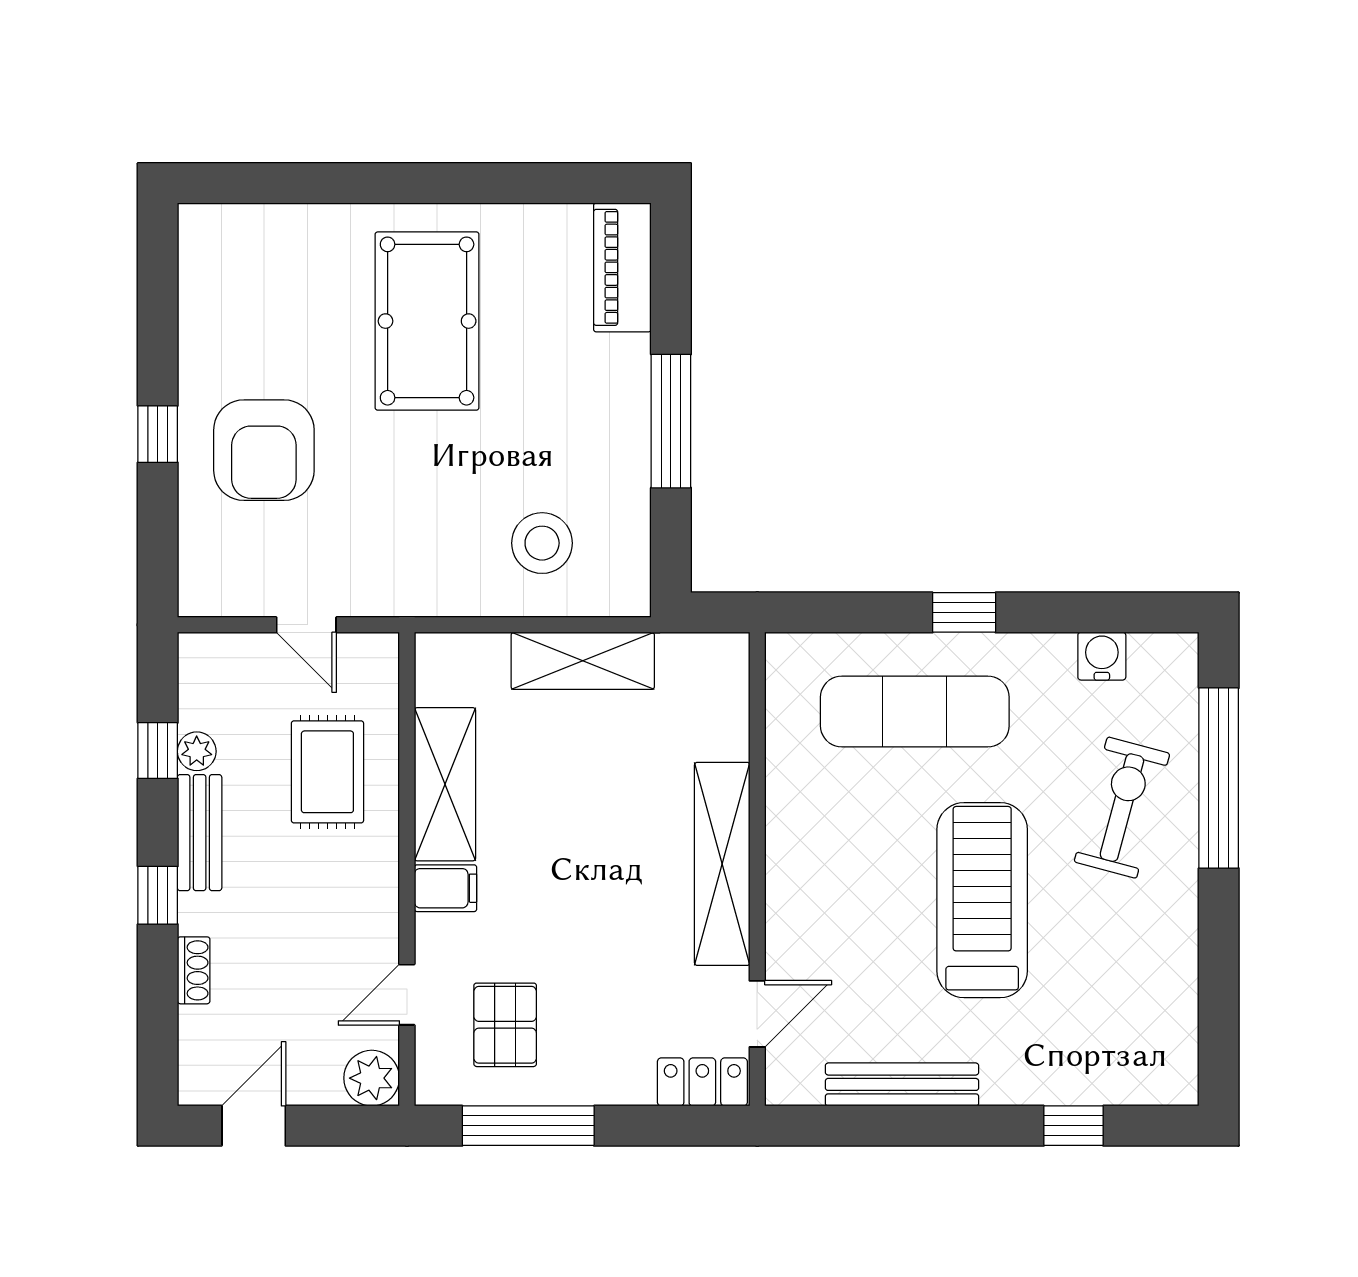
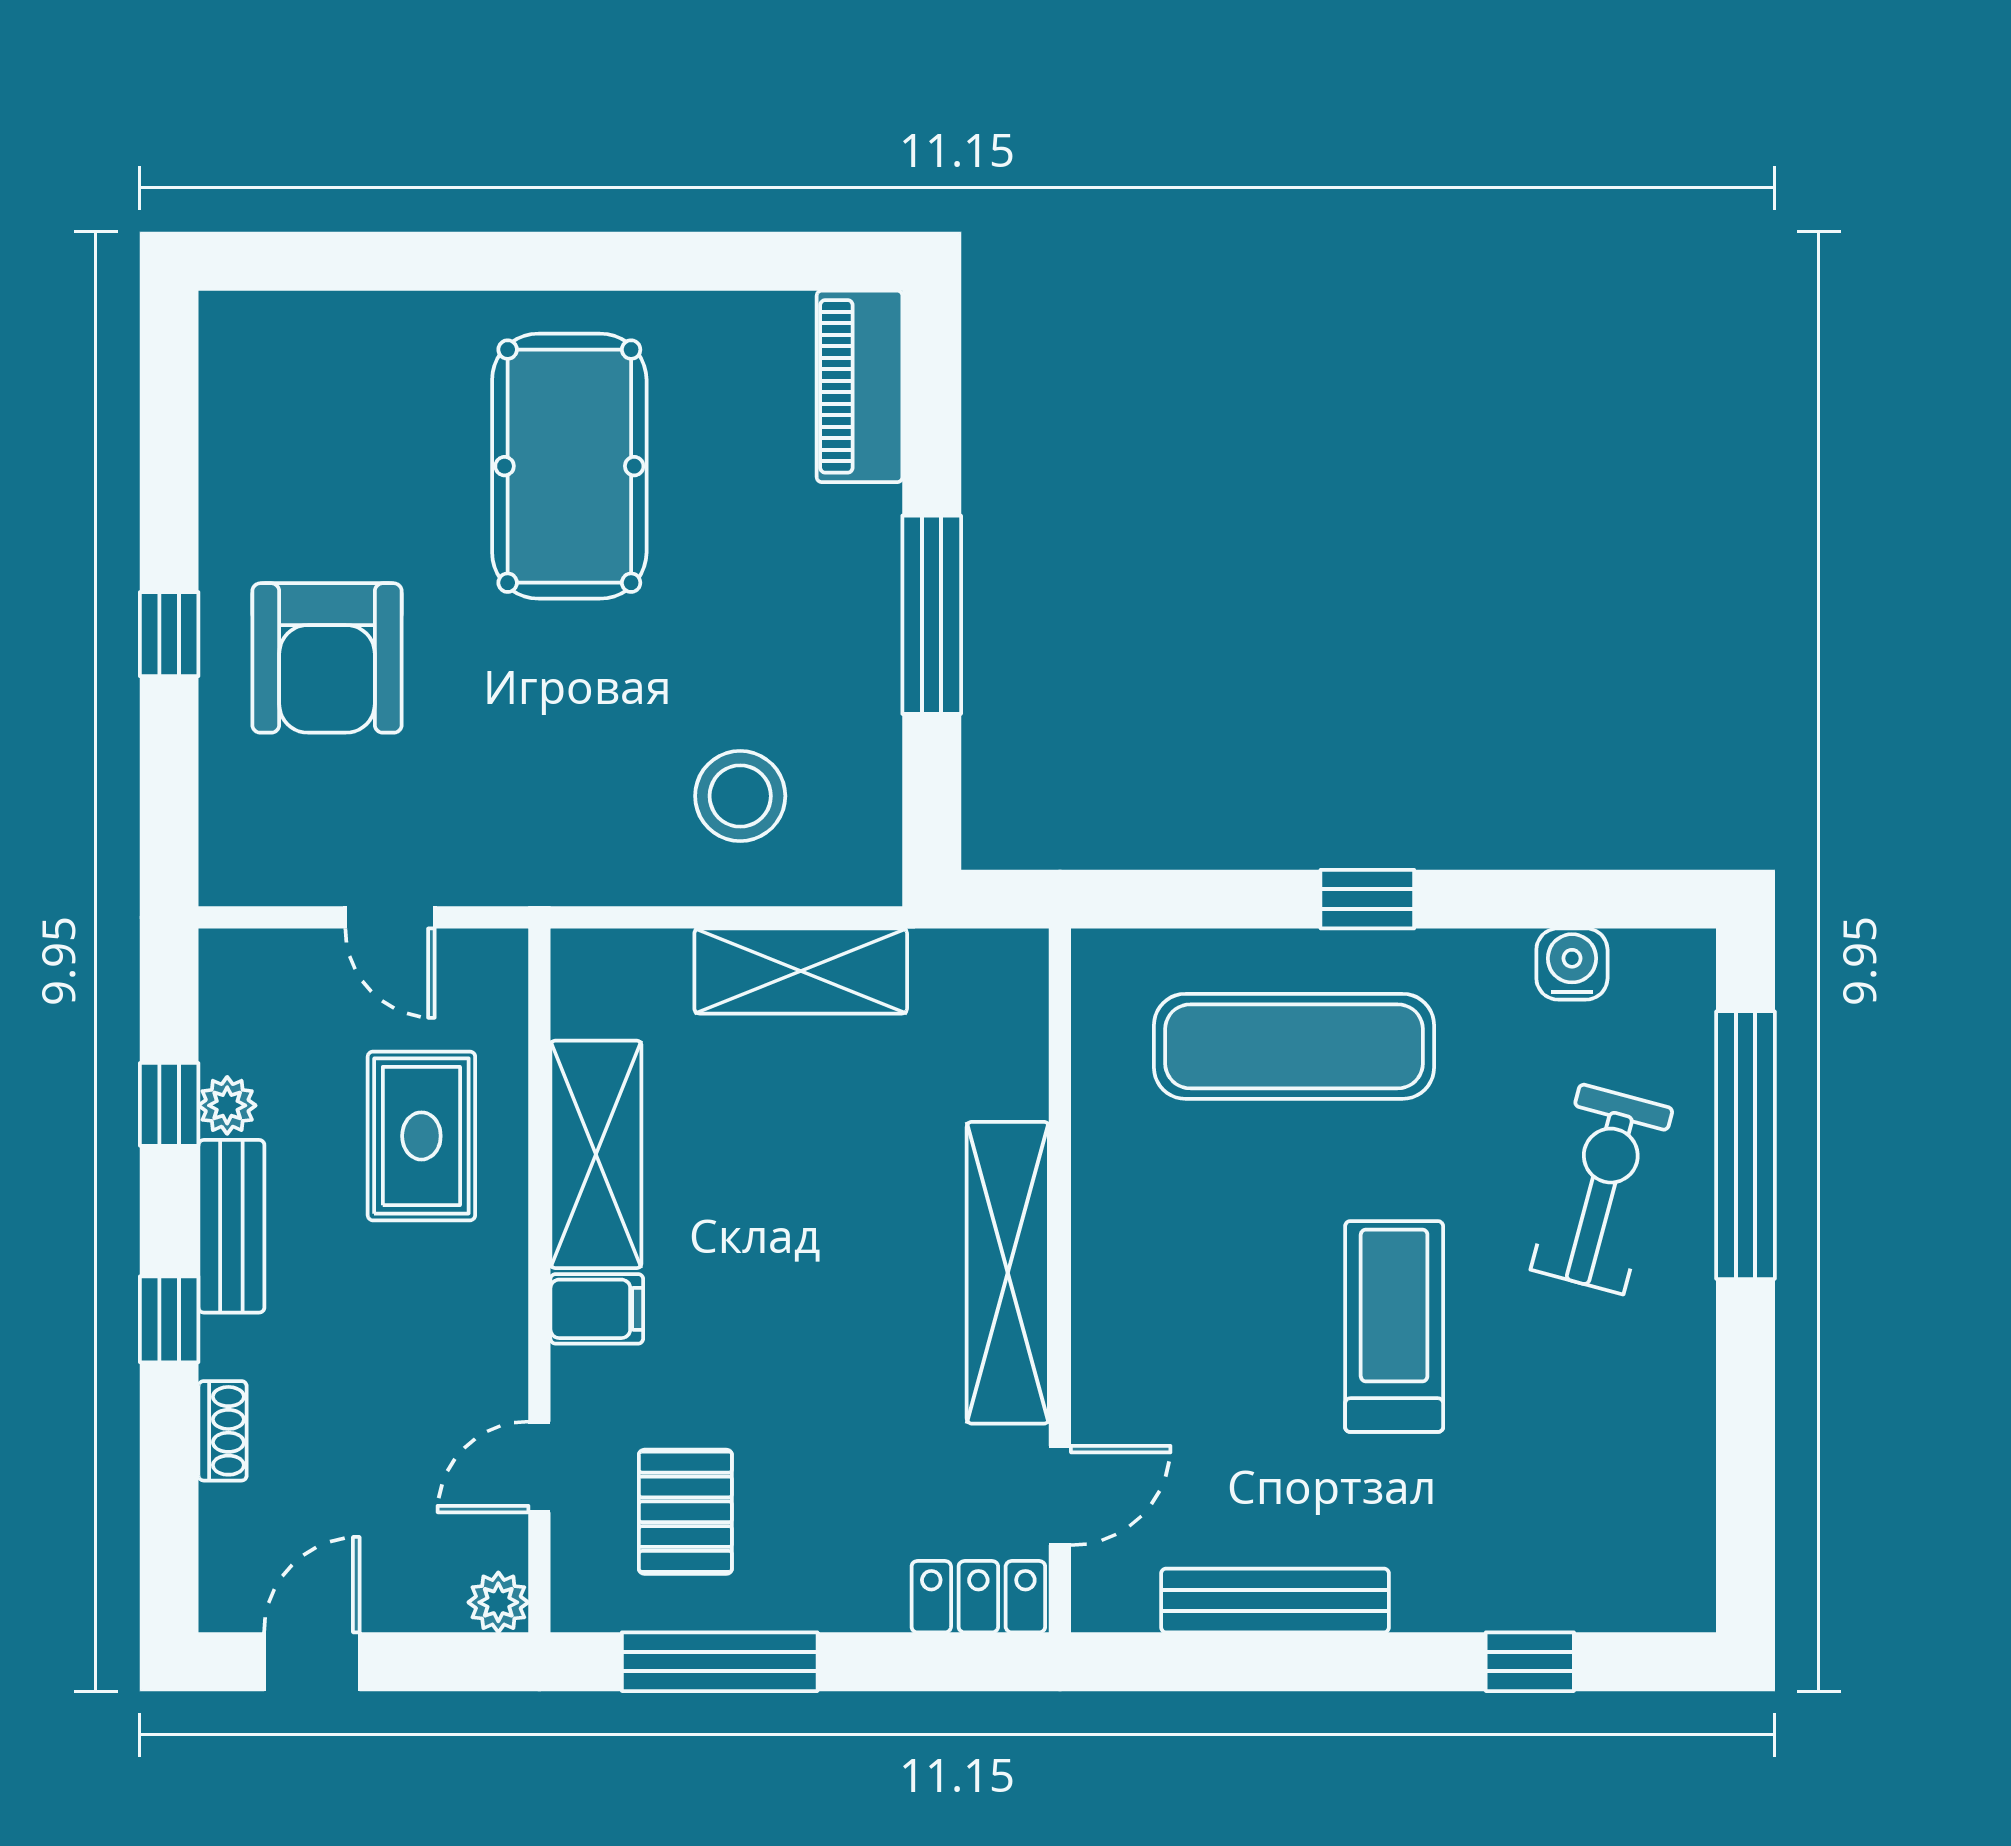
treadmill: (982, 900) -> (1394, 1327), width x0.73, depth x0.73
plant: (372, 1078) -> (498, 1602), width x0.73, depth x0.73

